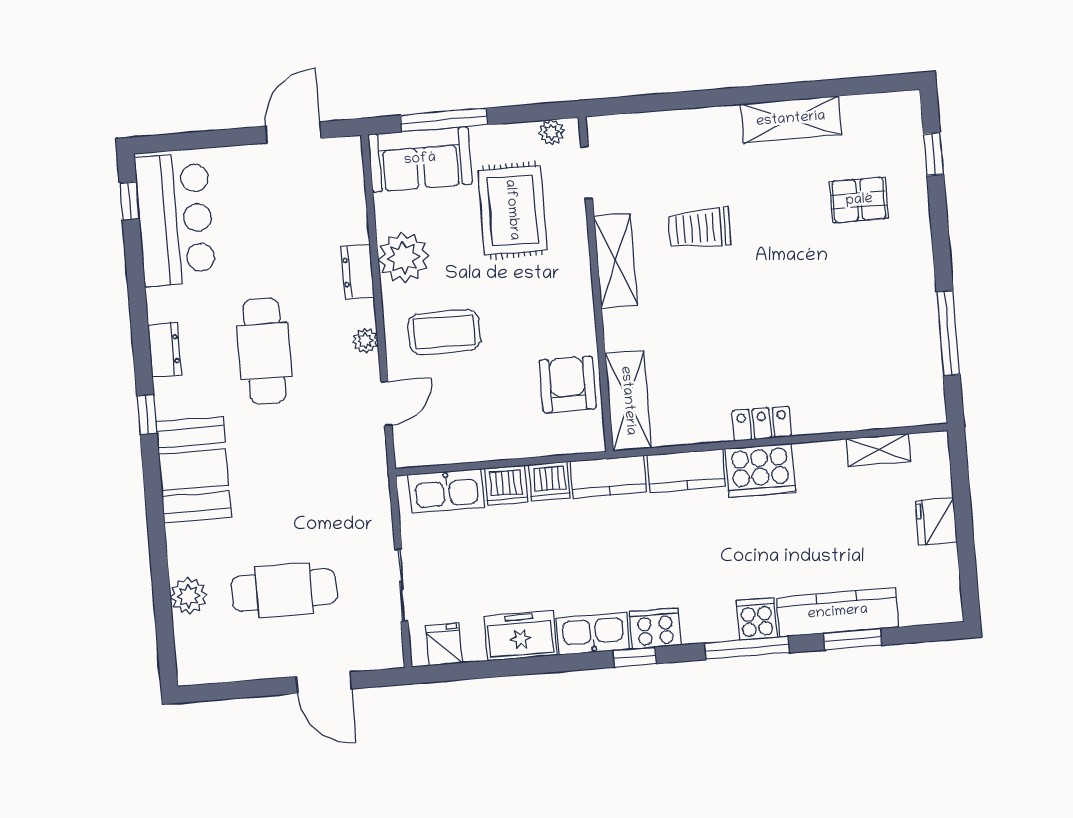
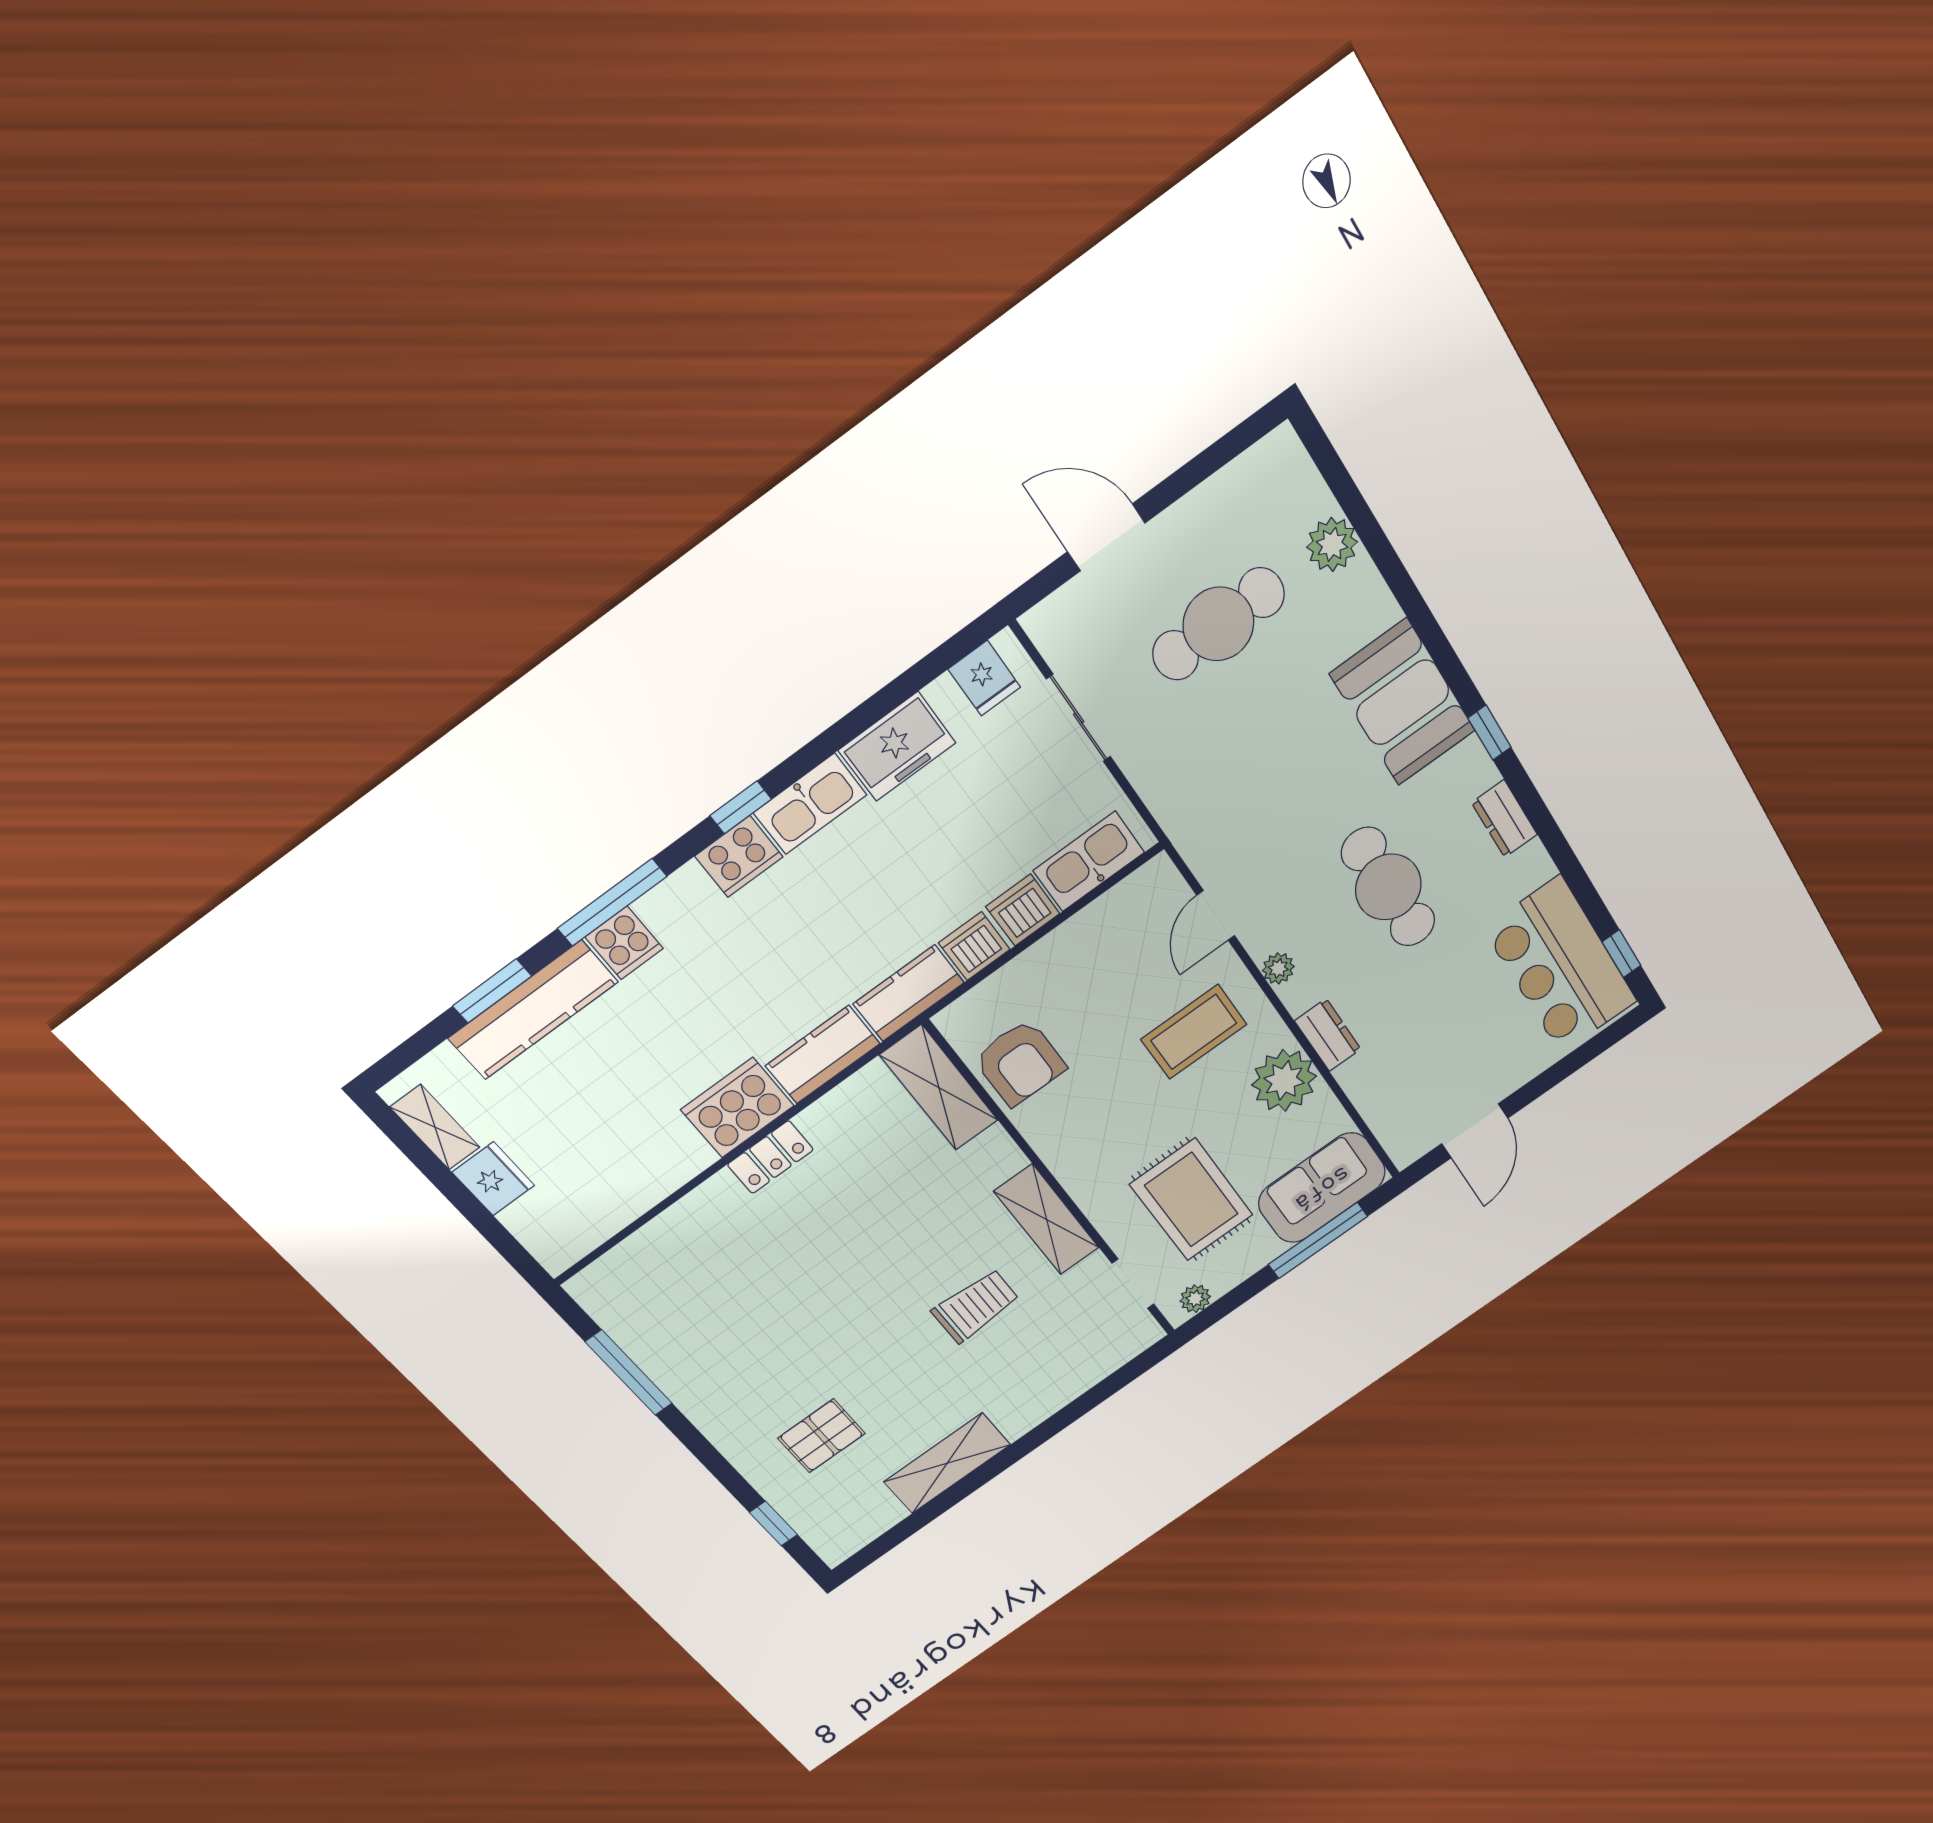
shelving: (879, 450) -> (435, 1127), moved, turned 90

